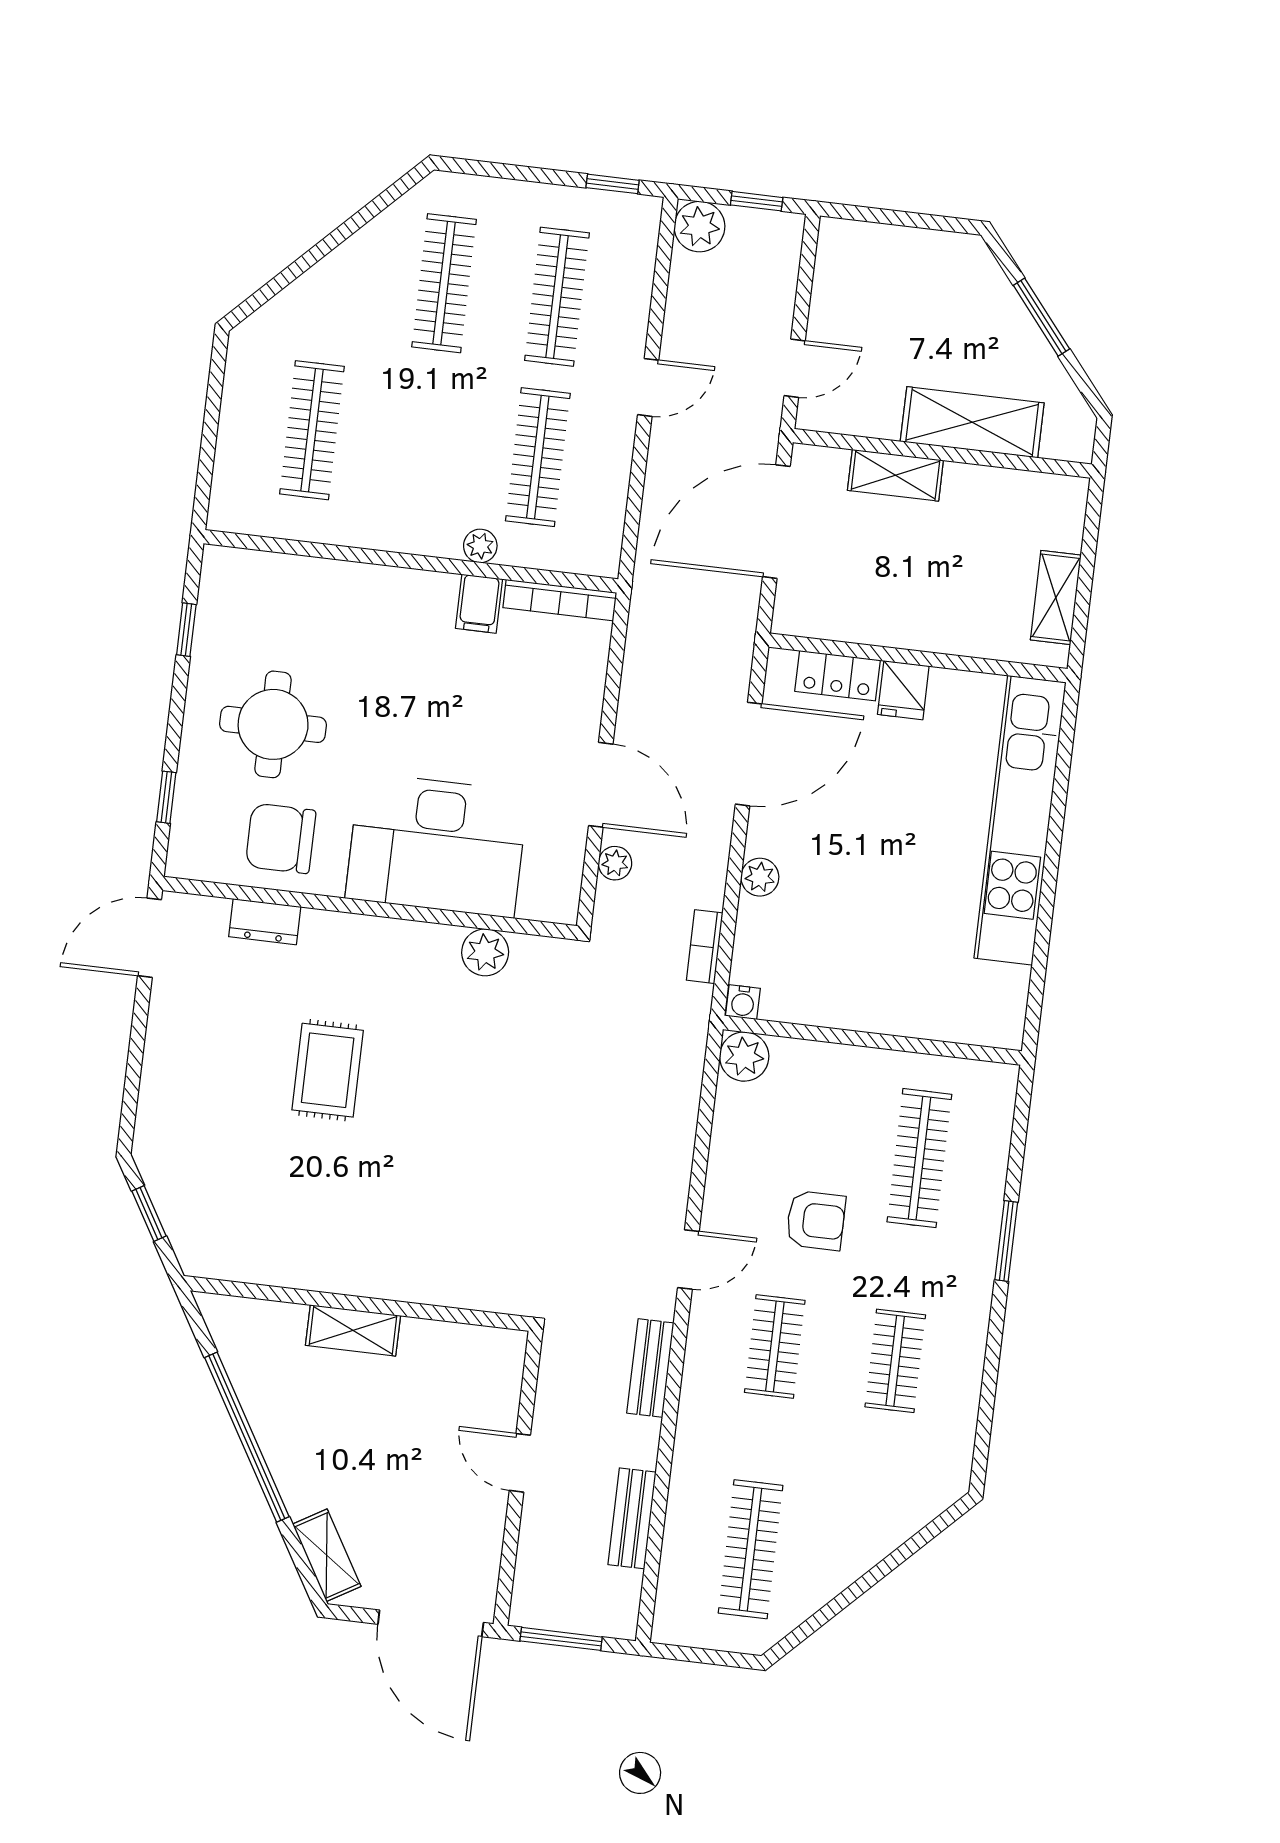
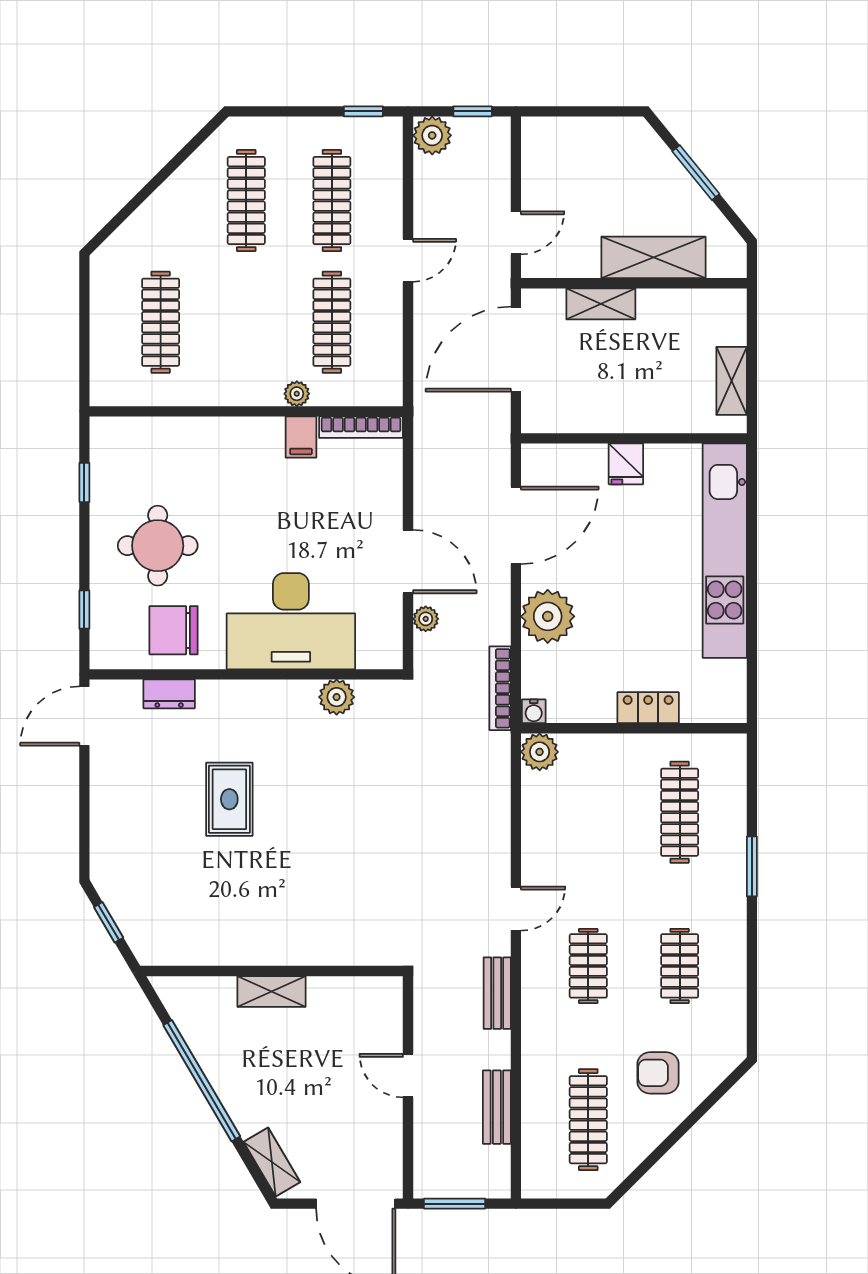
locker: (838, 676) -> (648, 708), moved, turned 180
plant: (760, 877) -> (548, 616), width x1.88, depth x1.88
bookcase: (705, 947) -> (500, 688), width x1.56
armchair: (816, 1220) -> (658, 1073), moved, turned 180

